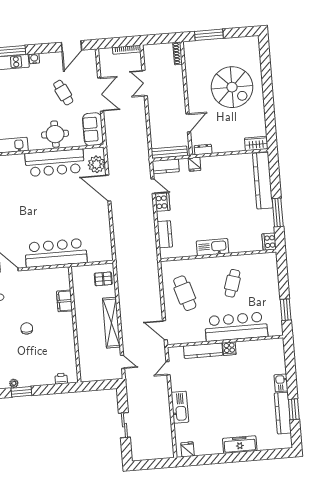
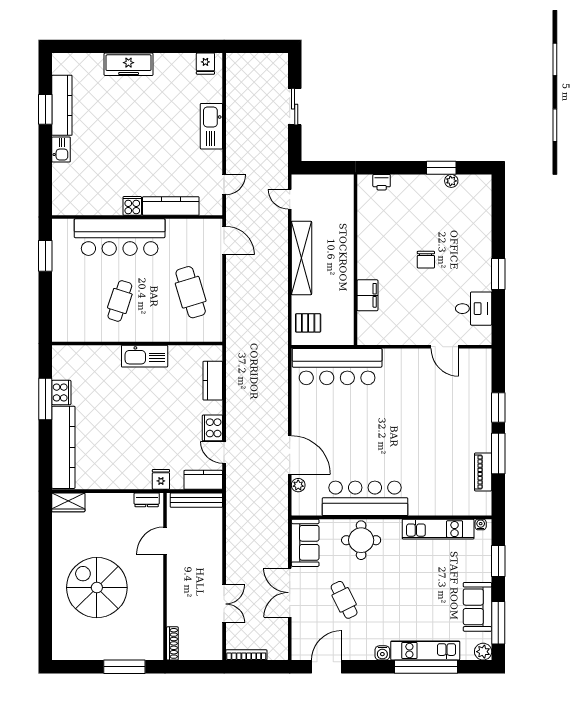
plant: (97, 164) -> (298, 485), width x0.53, depth x0.53
cooker: (269, 242) -> (61, 392), moved
bar counter: (56, 253) -> (337, 367), moved

